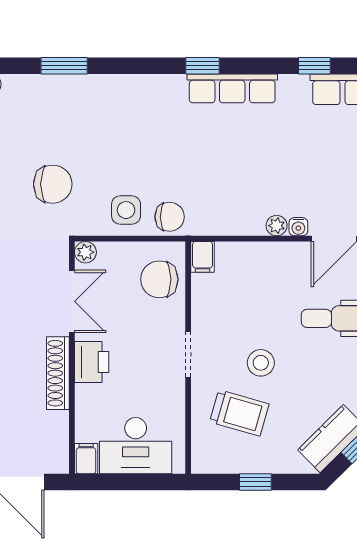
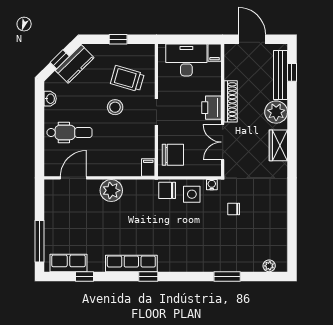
chair: (53, 184) -> (234, 209), width x0.54, depth x0.54
plant: (277, 226) -> (111, 190), width x1.87, depth x1.87
water cooler: (298, 227) -> (212, 185), moved
plant: (85, 252) -> (215, 170), removed

